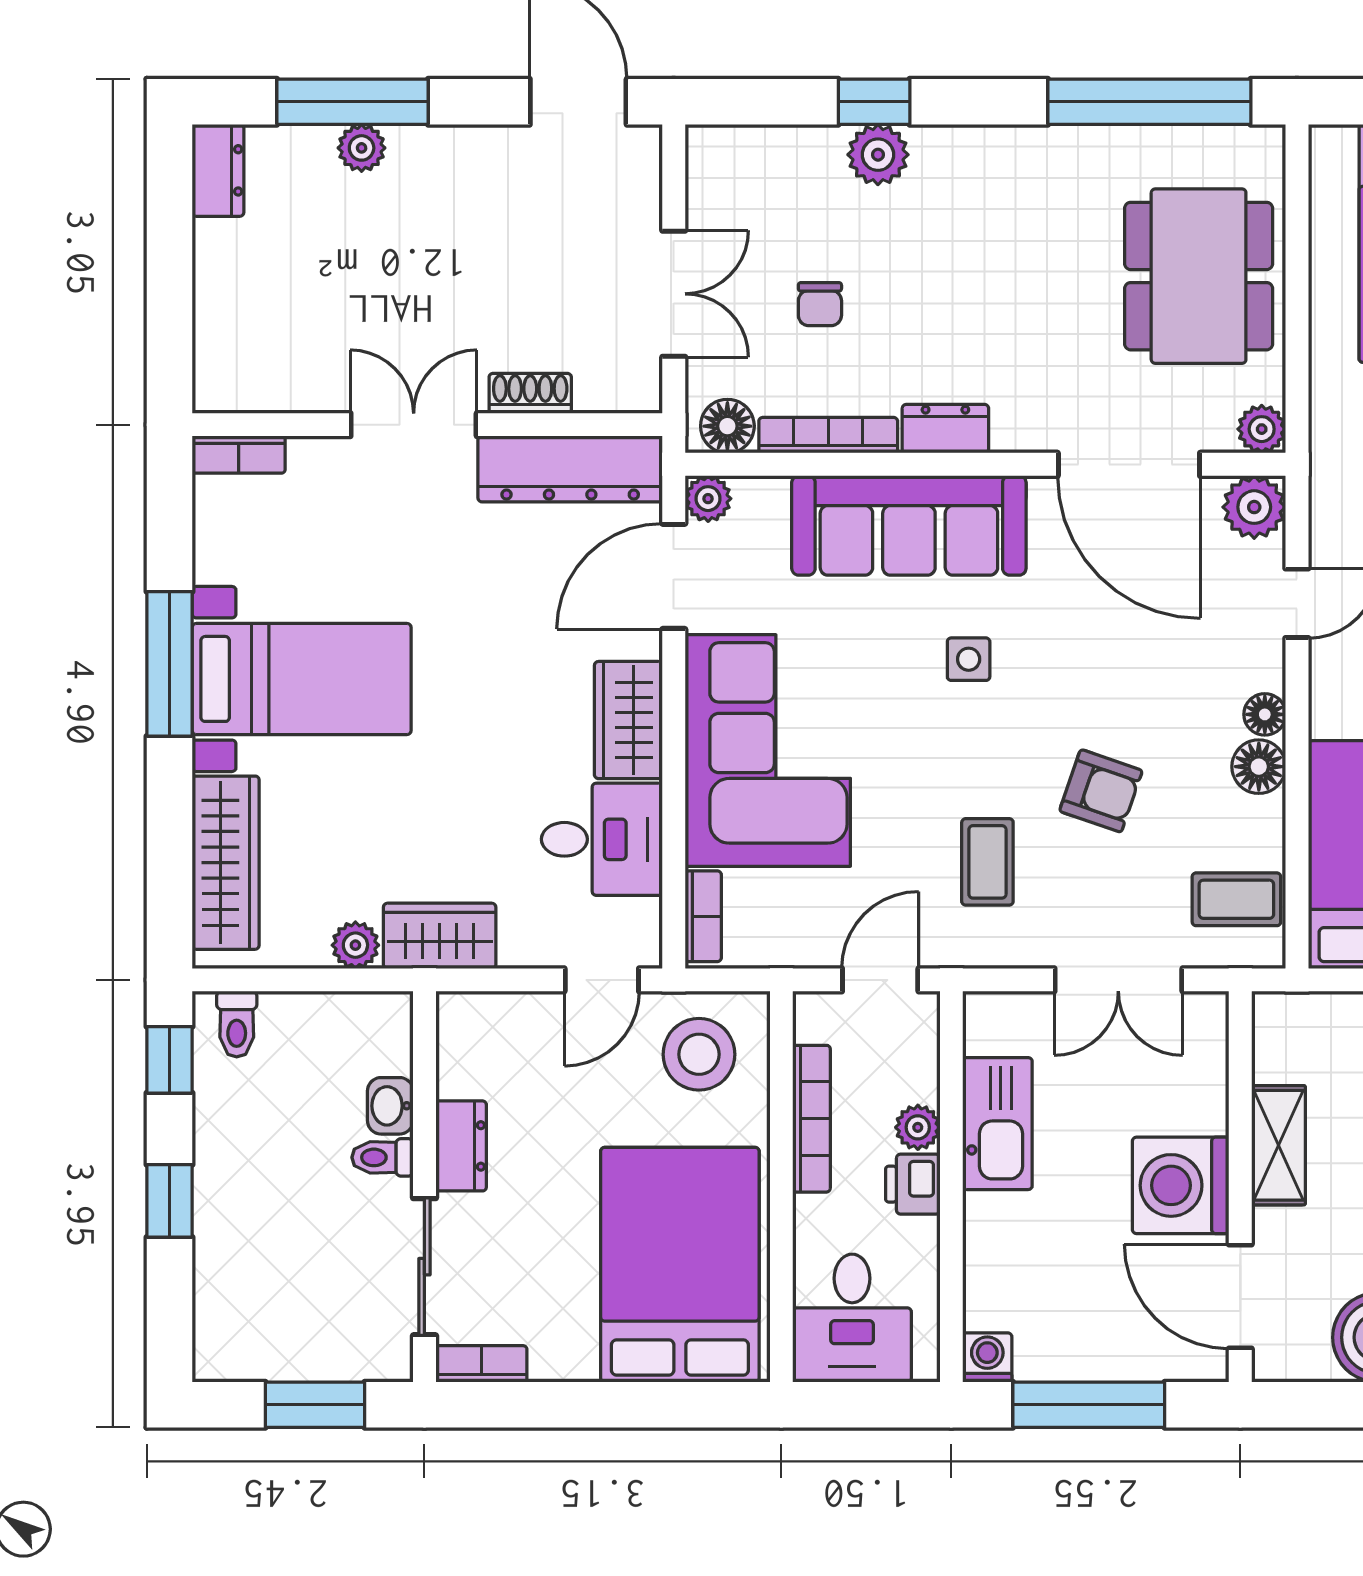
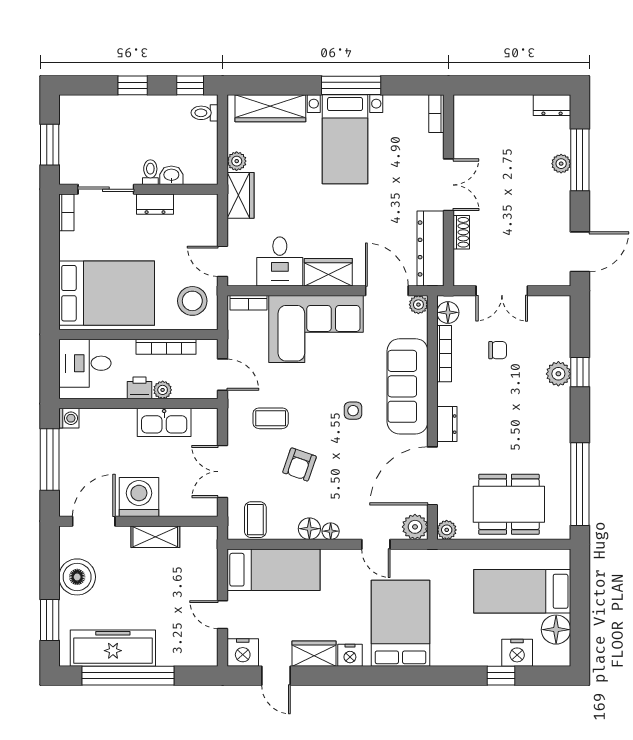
chair: (820, 304) -> (498, 350), turned 180
dresser: (945, 429) -> (447, 424), moved

